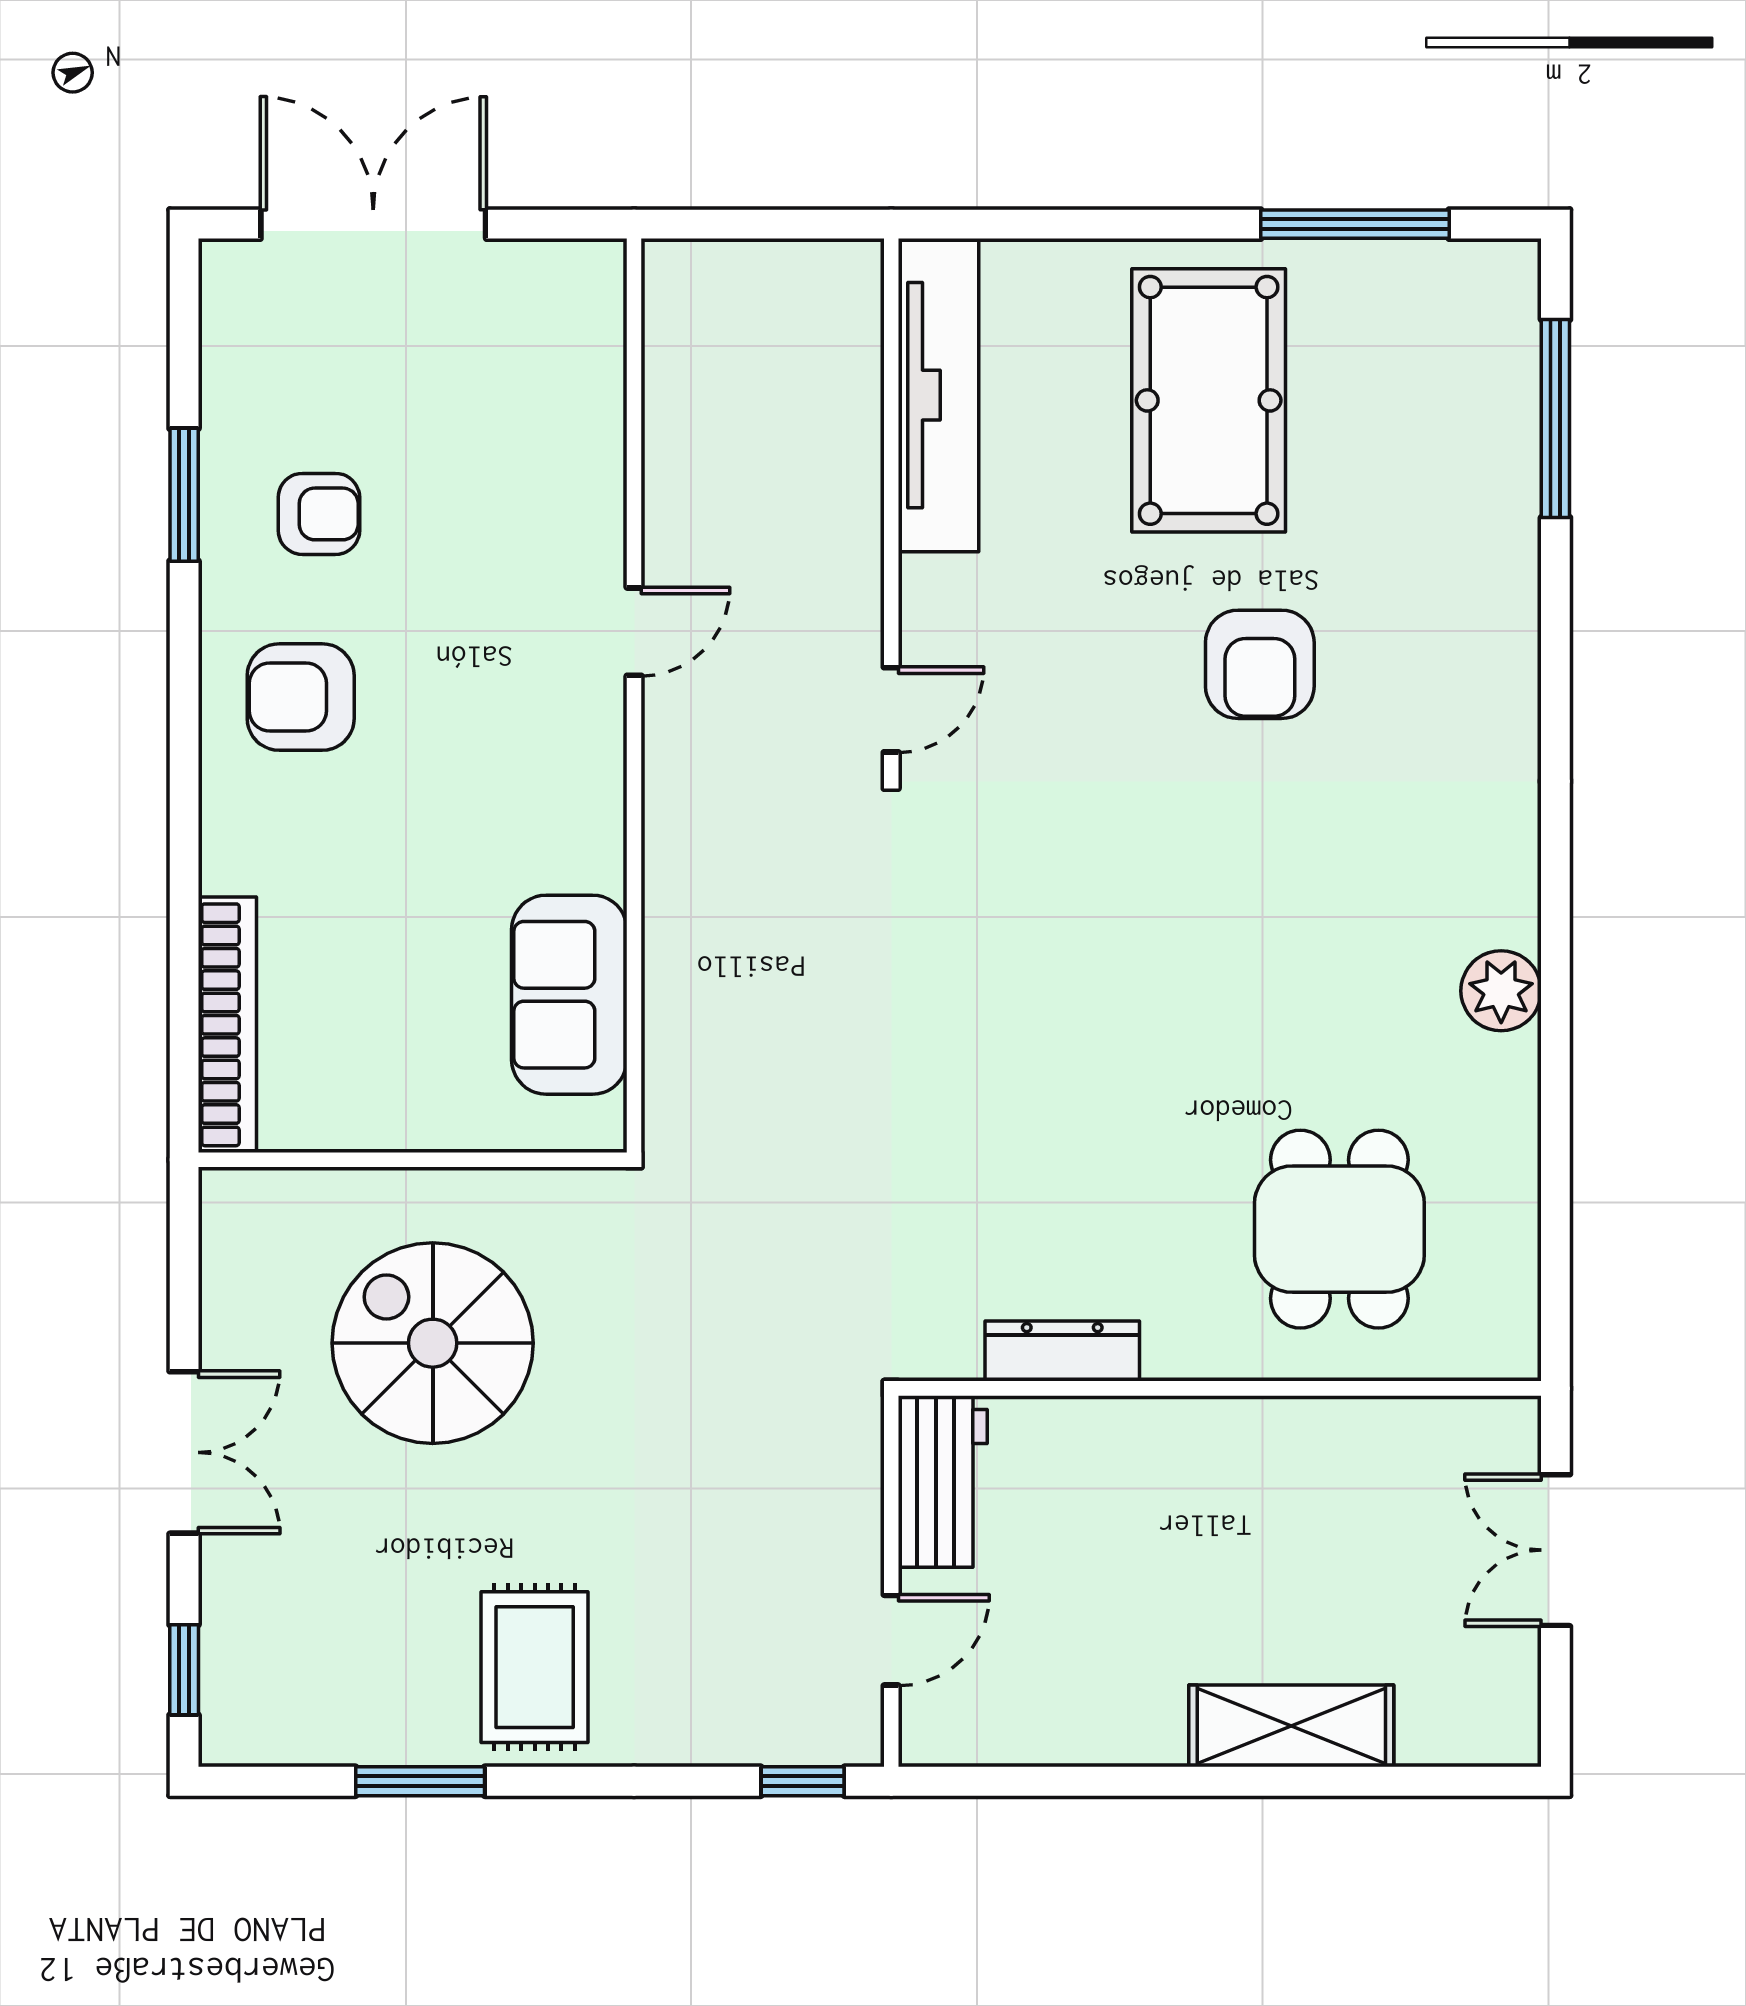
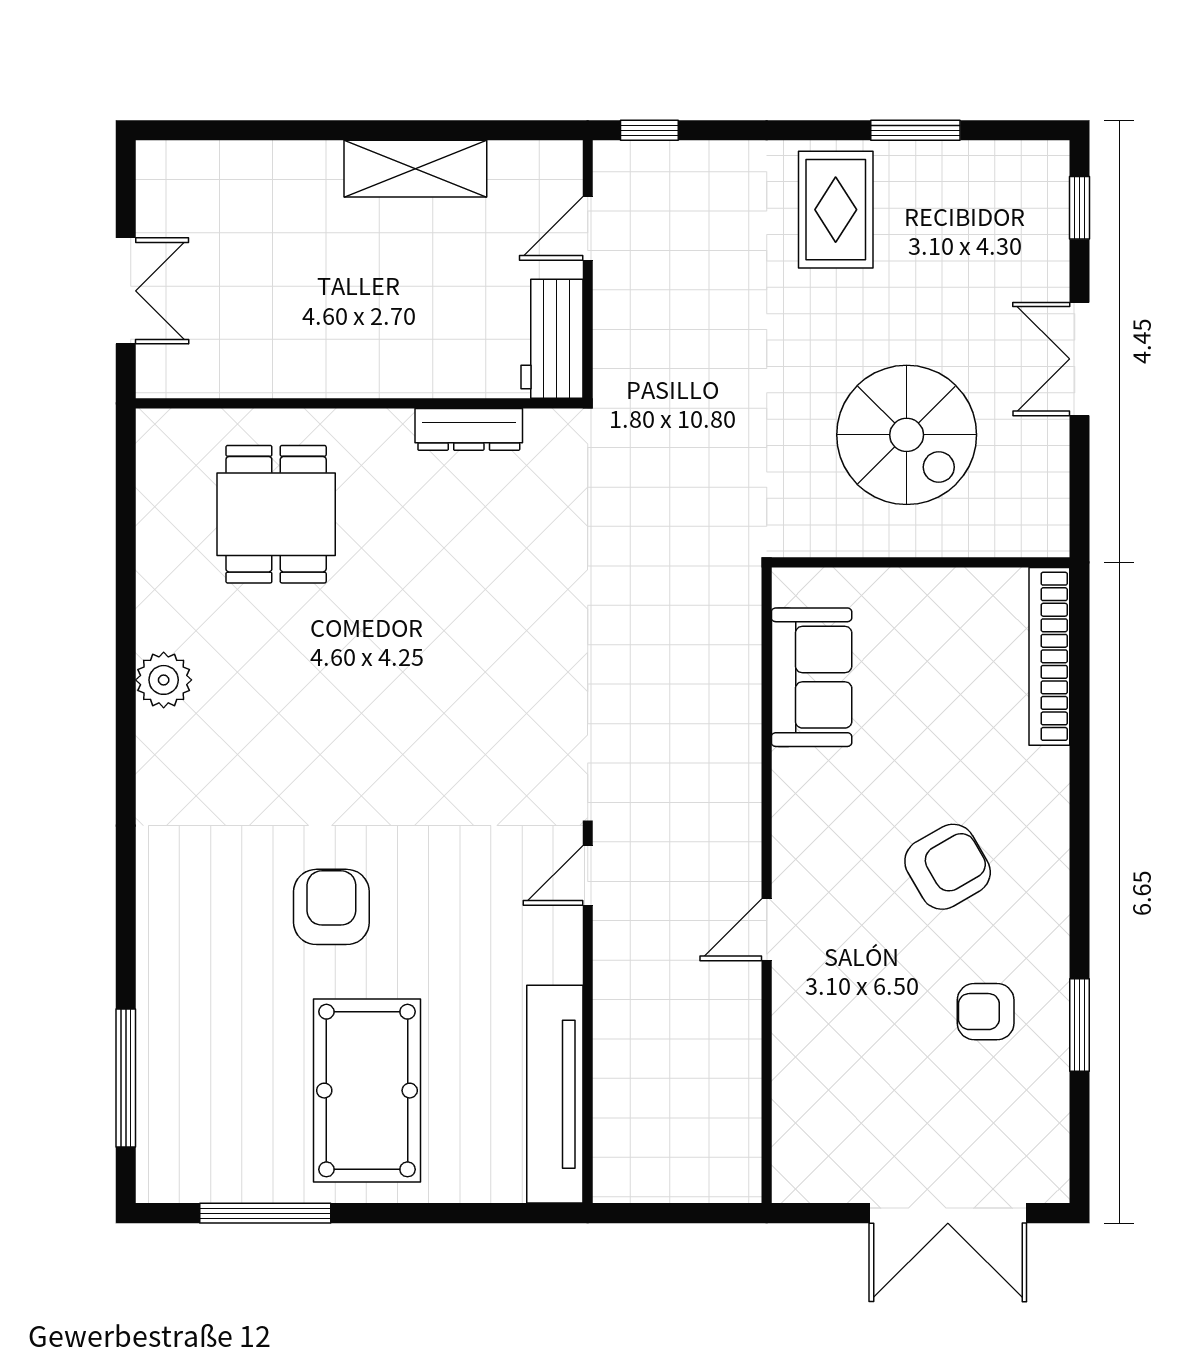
armchair: (301, 697) -> (948, 867), moved, turned -30
shelving: (1291, 1726) -> (415, 169), moved

